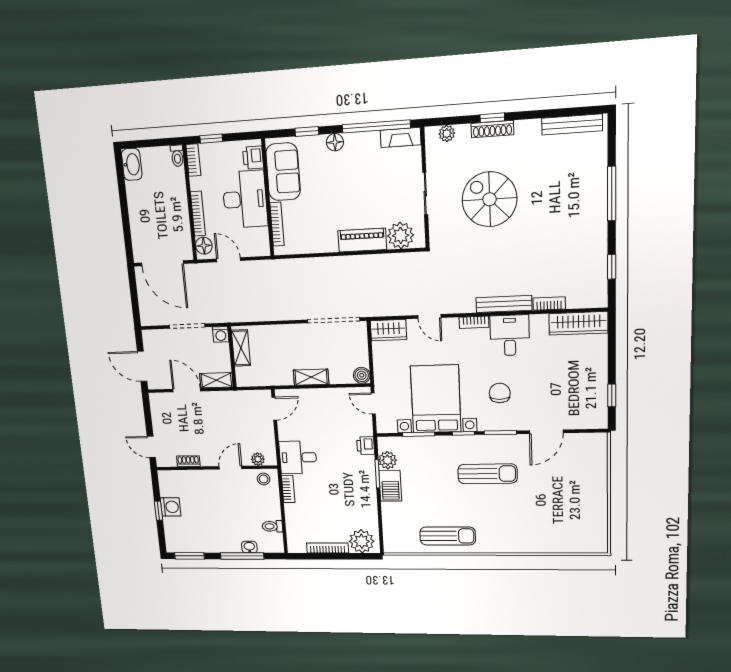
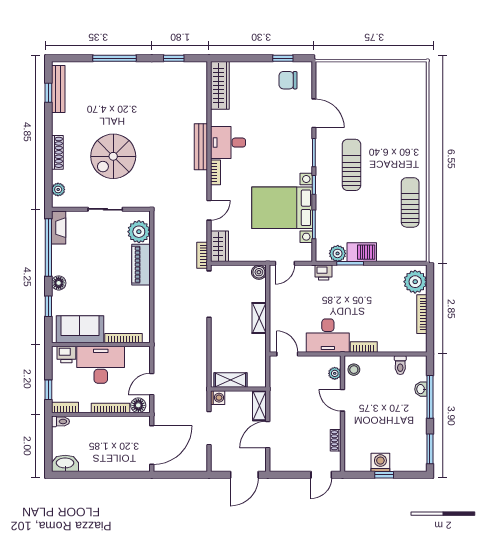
window: (492, 118) -> (48, 93), moved
bookcase: (549, 304) -> (202, 255), moved
chair: (500, 393) -> (288, 80), moved
desk: (298, 457) -> (328, 336), width x1.37

